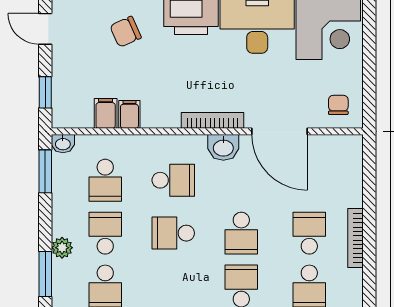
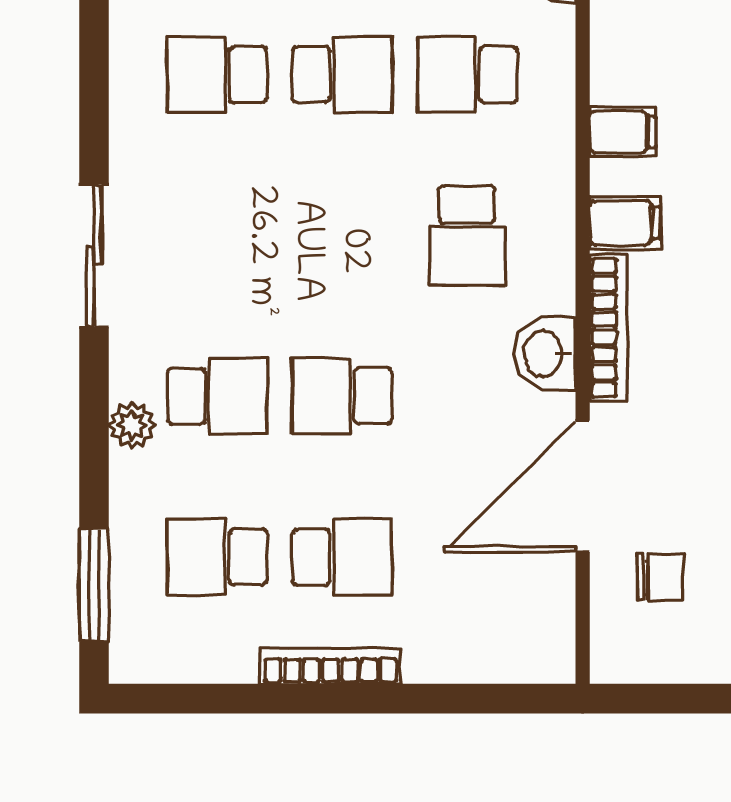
chair: (338, 105) -> (660, 577), moved
filing cabinet: (106, 113) -> (625, 223), moved
school desk: (173, 233) -> (342, 235), removed

